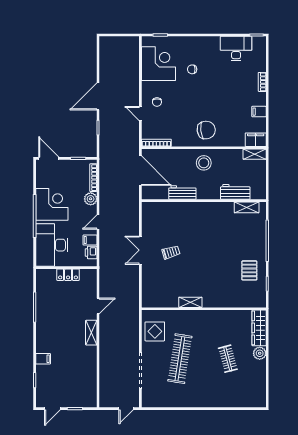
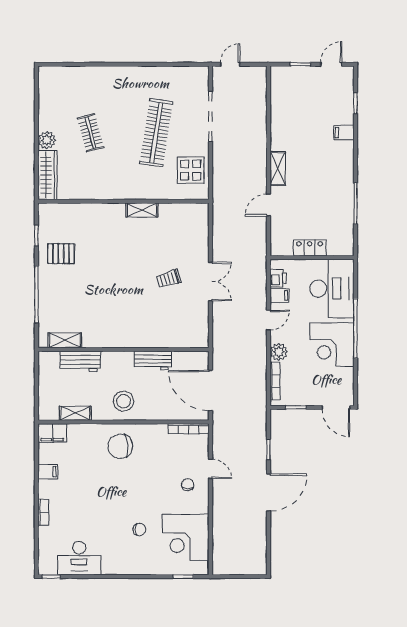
shelving: (255, 154) -> (75, 413), moved
pallet: (249, 270) -> (61, 254), turned 90

